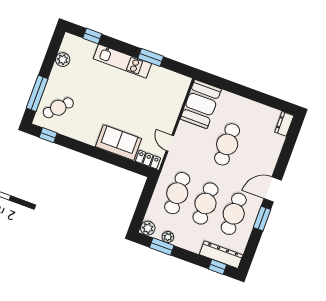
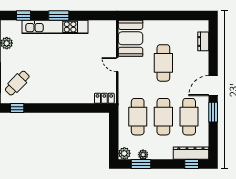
window: (151, 57) -> (59, 16), moved
kitchen unit: (122, 61) -> (55, 27), width x1.36
dresser: (284, 124) -> (203, 41), moved
sofa: (118, 143) -> (76, 93), removed
door: (170, 143) -> (117, 65), moved

